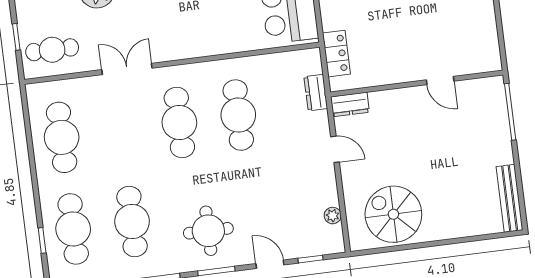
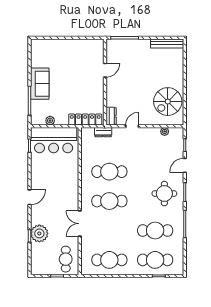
locker: (336, 54) -> (85, 120), width x1.53

